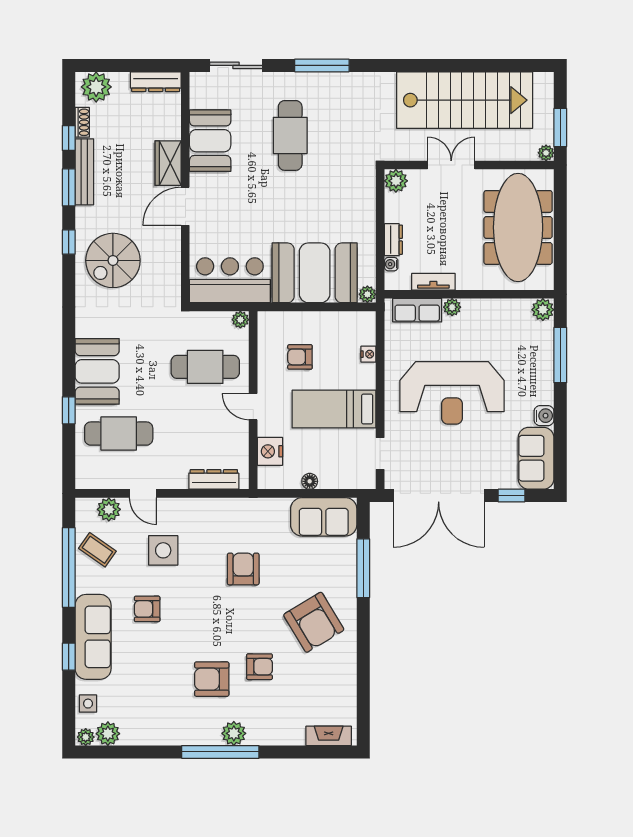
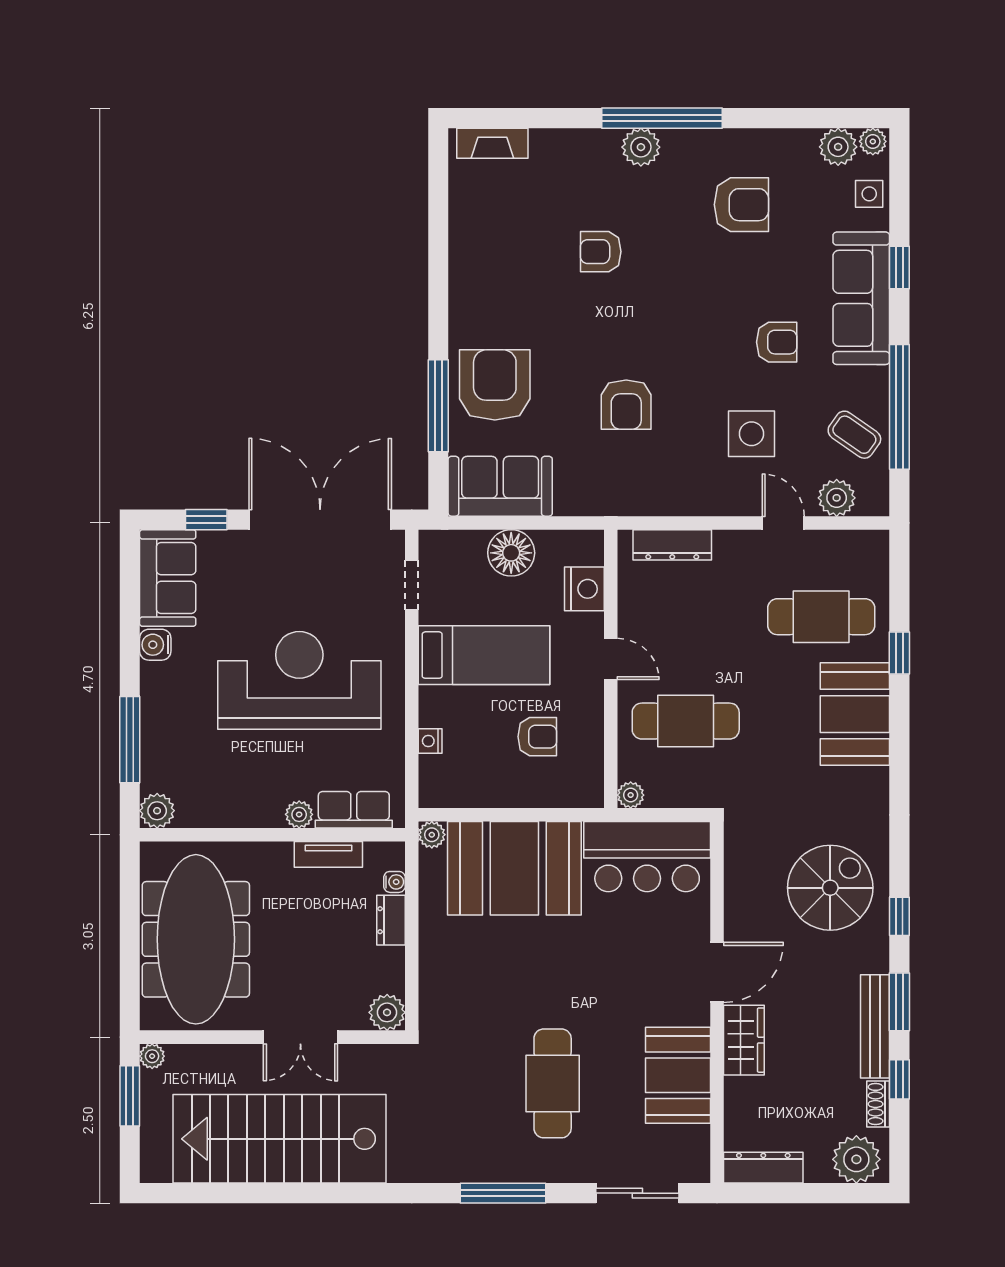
floor lamp: (310, 481) -> (511, 553), width x1.89, depth x1.89
armchair: (314, 622) -> (495, 385), moved, turned 31
armchair: (212, 679) -> (741, 205), moved

